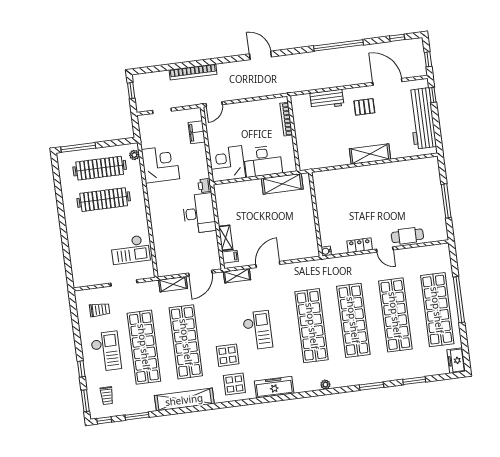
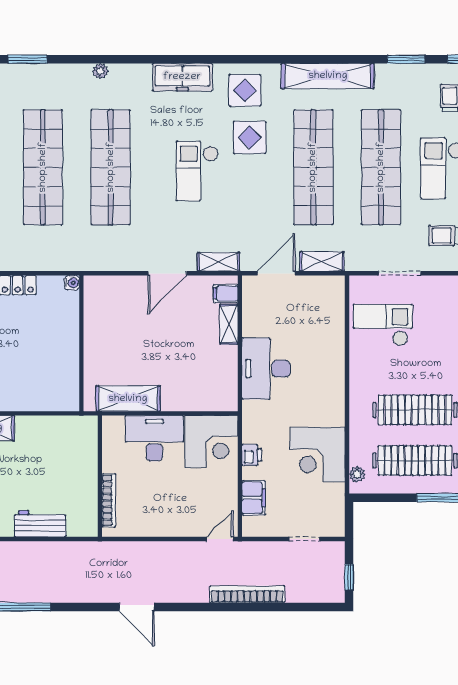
printer: (205, 186) -> (252, 455), moved

